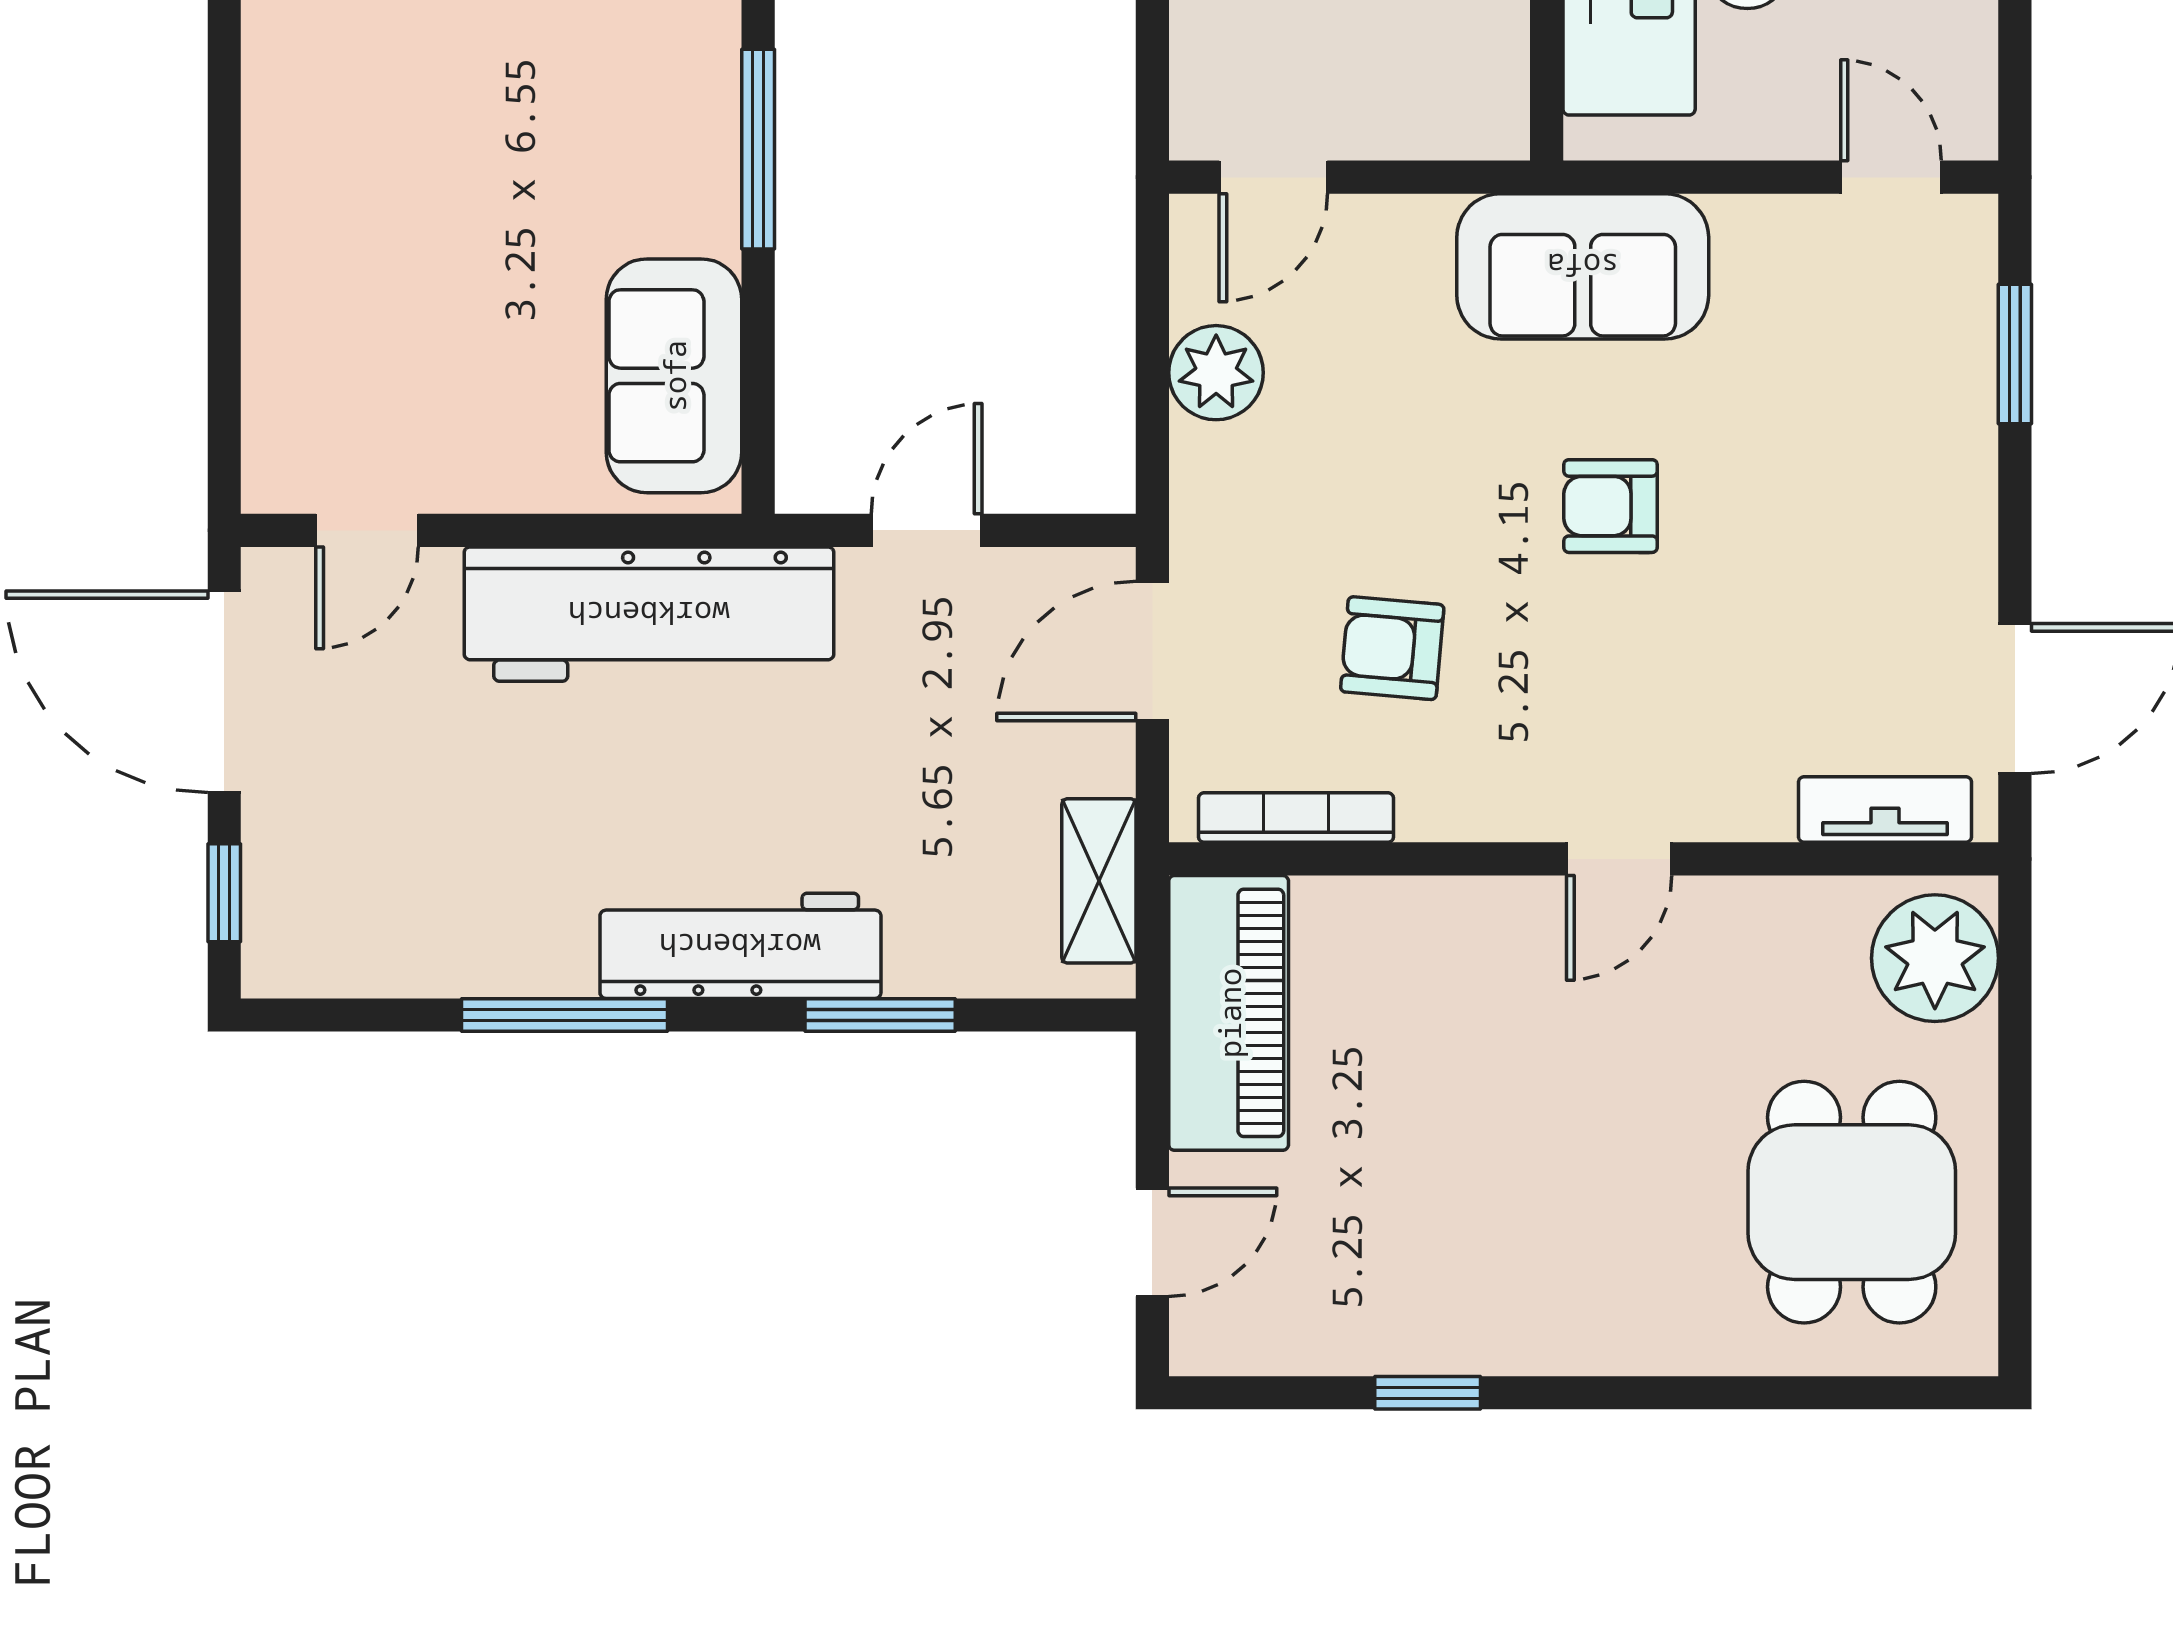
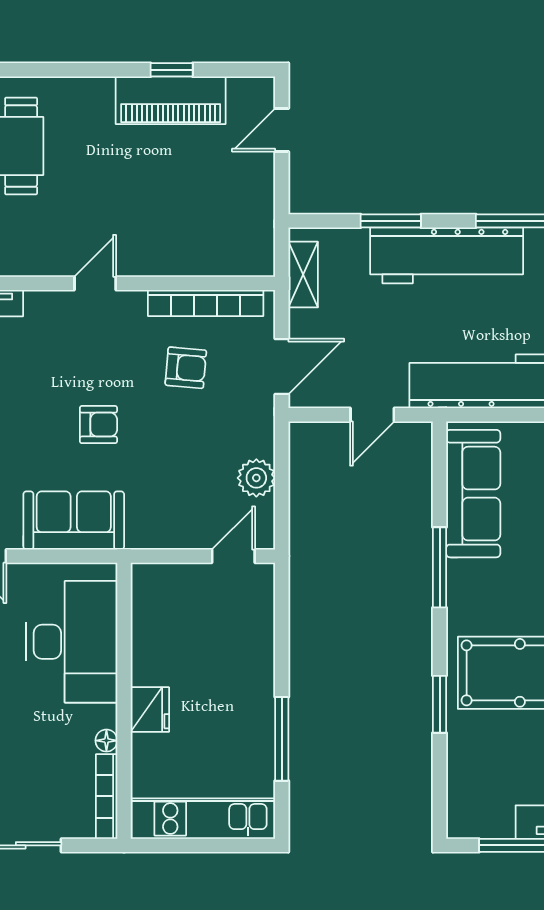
sofa: (1583, 266) -> (74, 520), moved
sofa: (674, 376) -> (473, 494), width x1.36
bookcase: (1296, 818) -> (206, 303), width x1.48, depth x1.31
workbench: (740, 946) -> (447, 255), width x1.36, depth x1.32
piano: (1229, 1013) -> (171, 100), moved, turned -90

